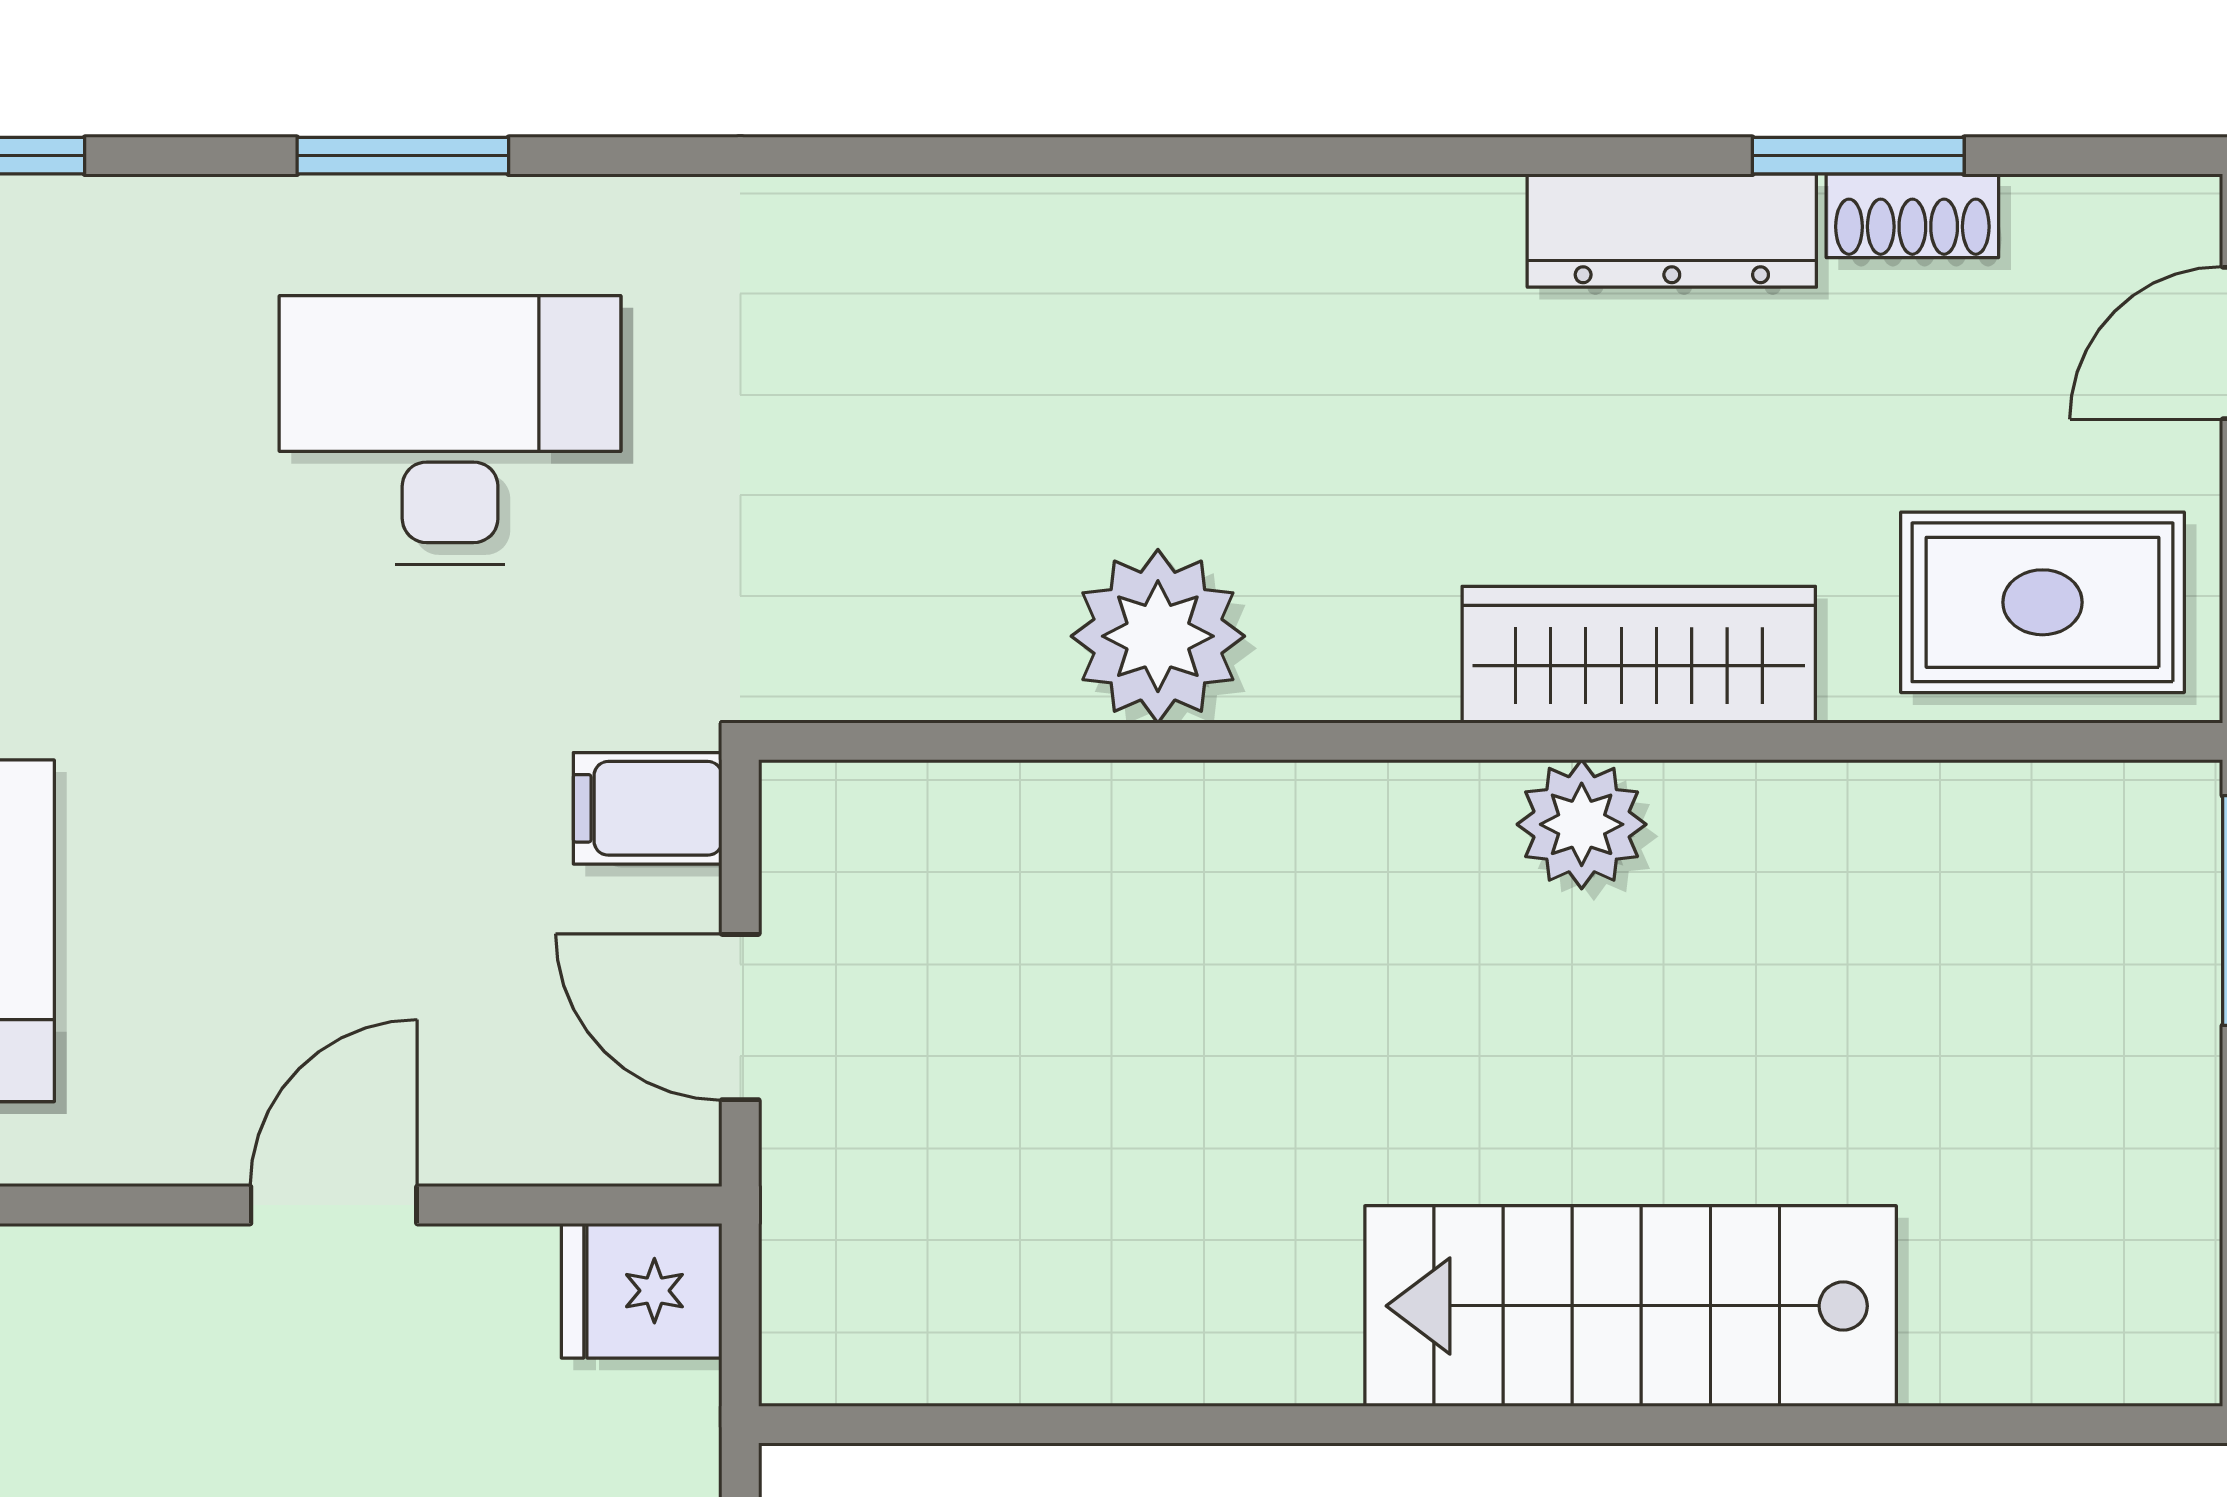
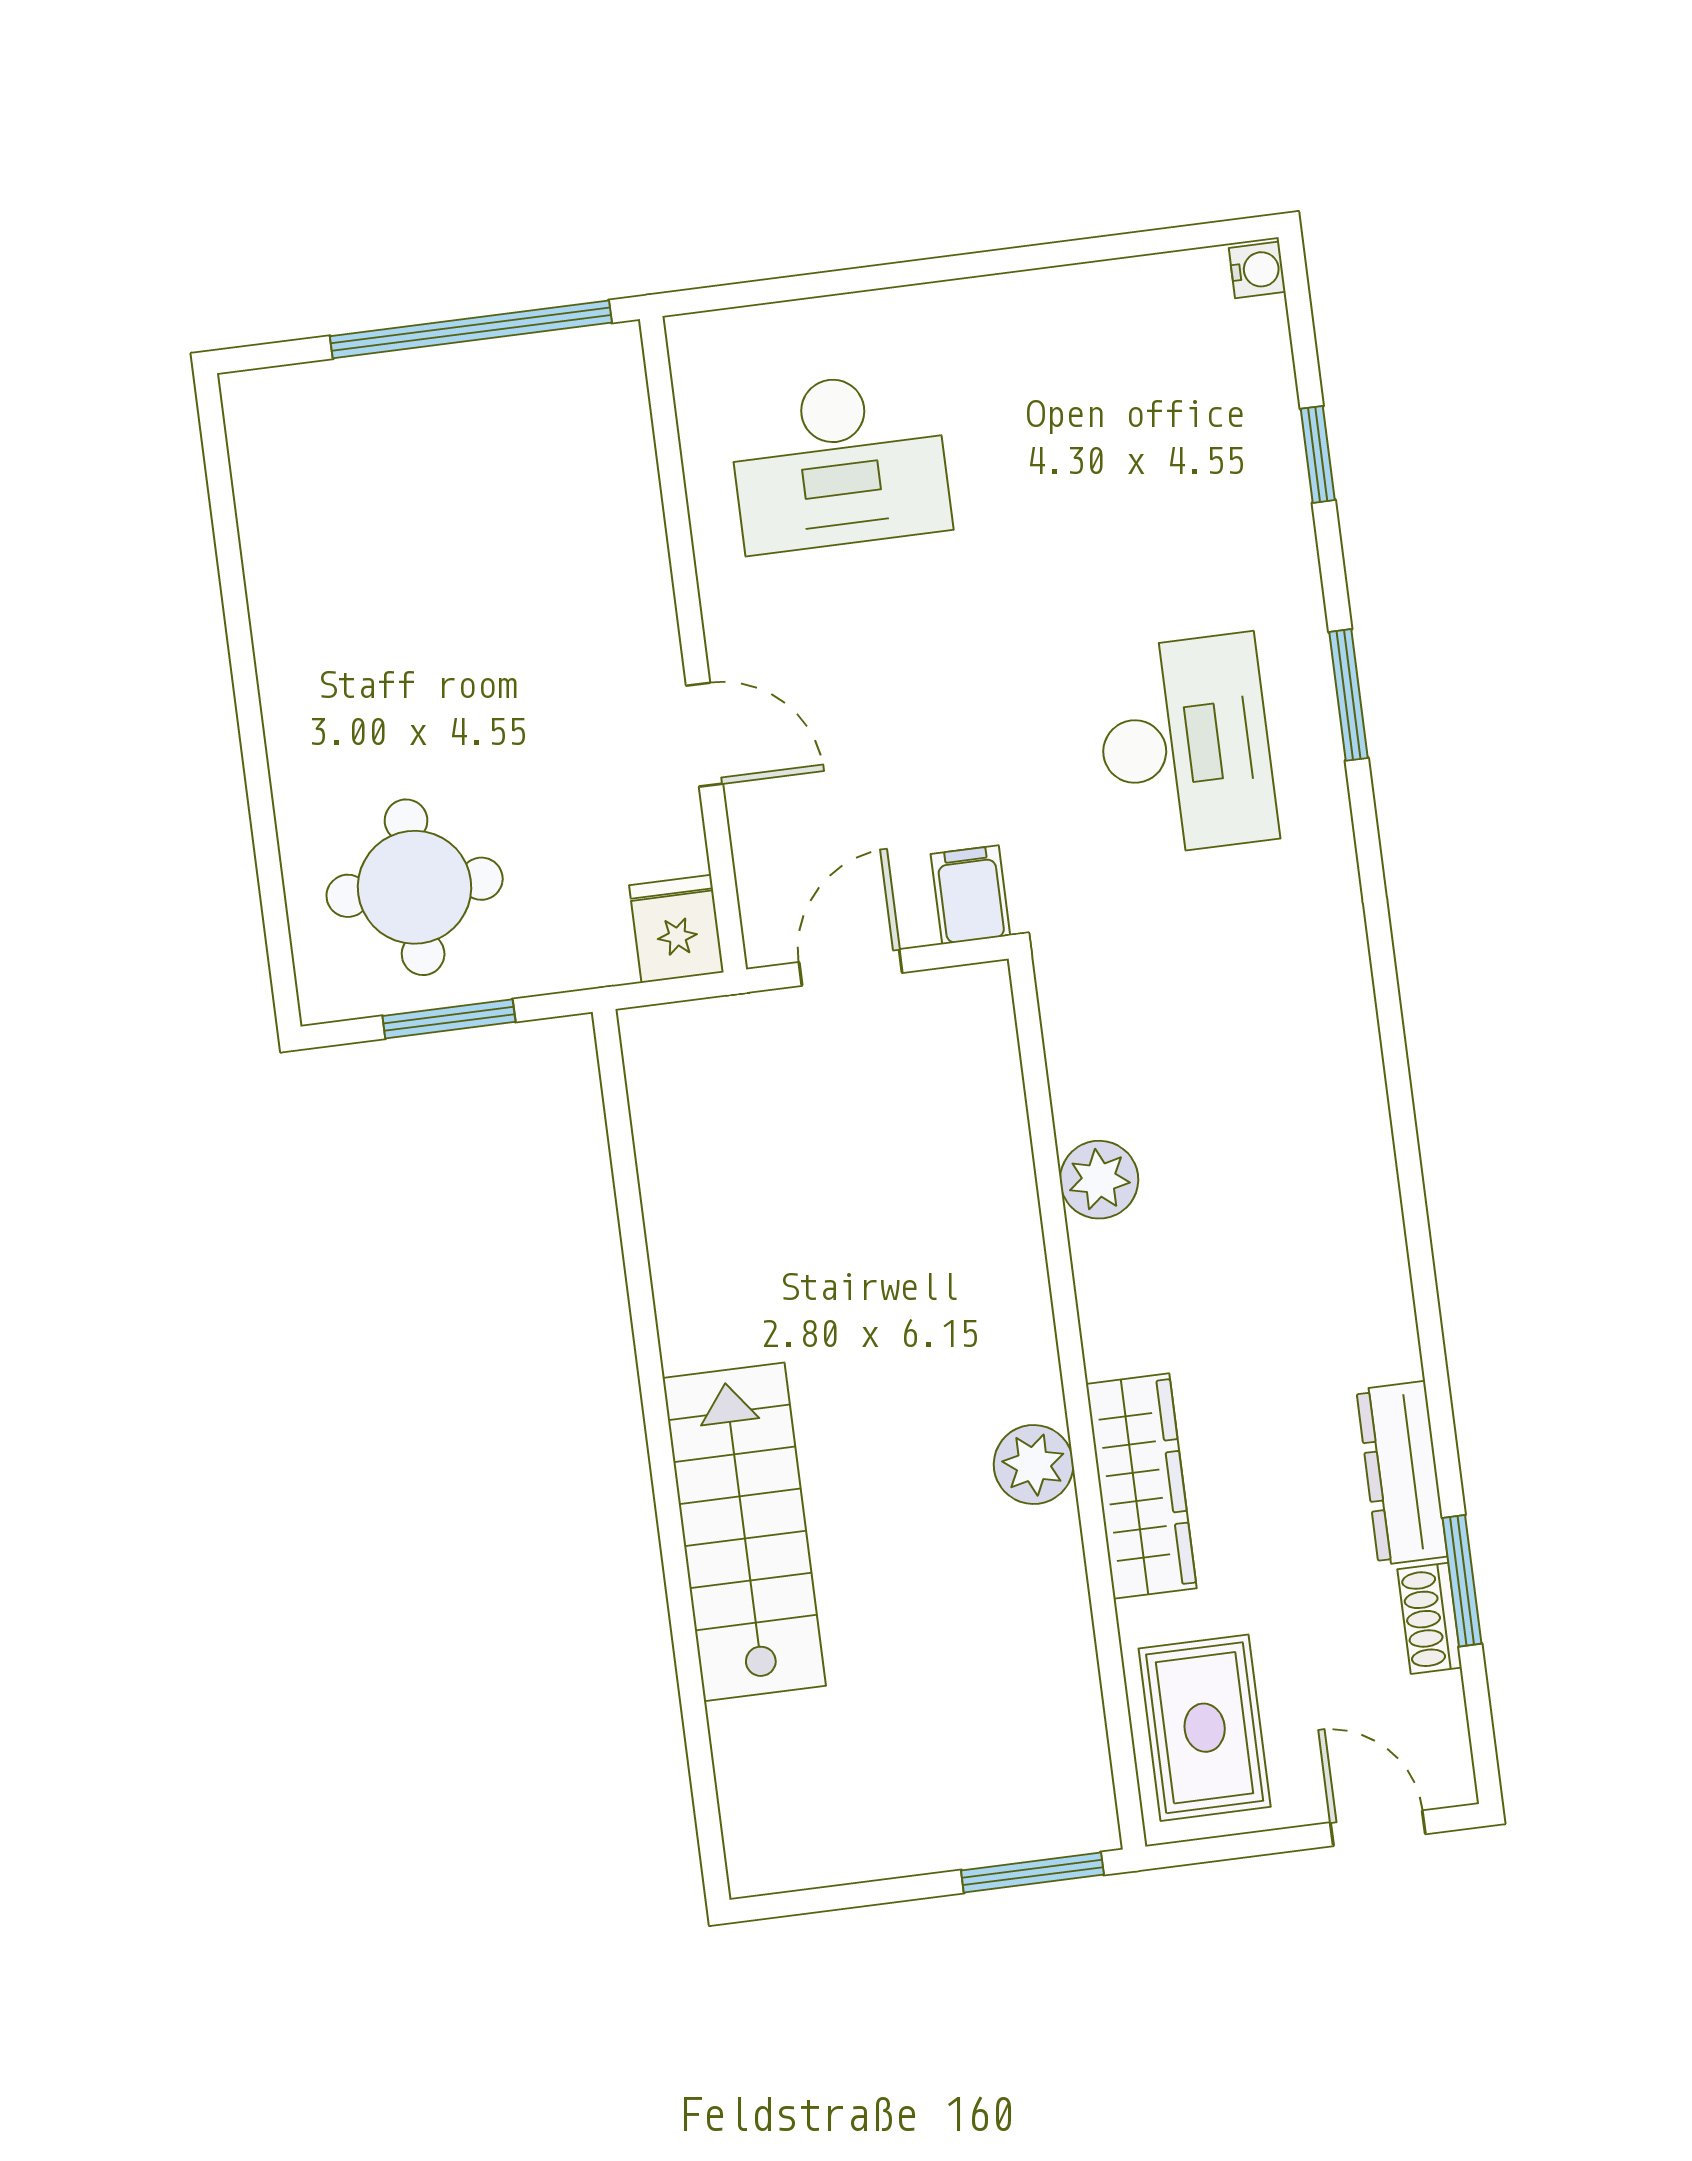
plant: (1158, 636) -> (1099, 1180), width x0.73, depth x0.73

